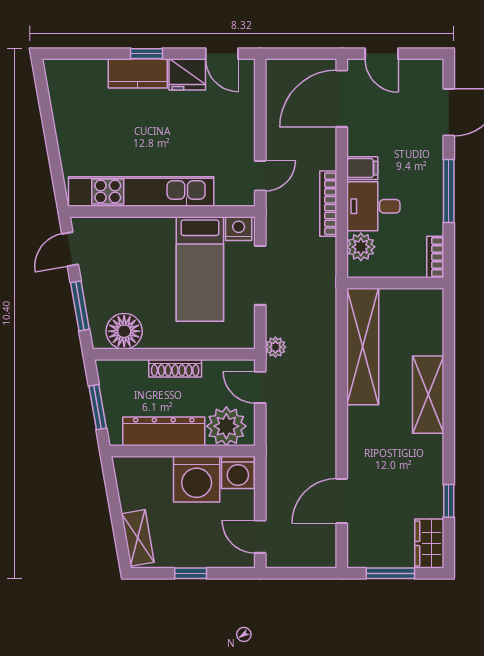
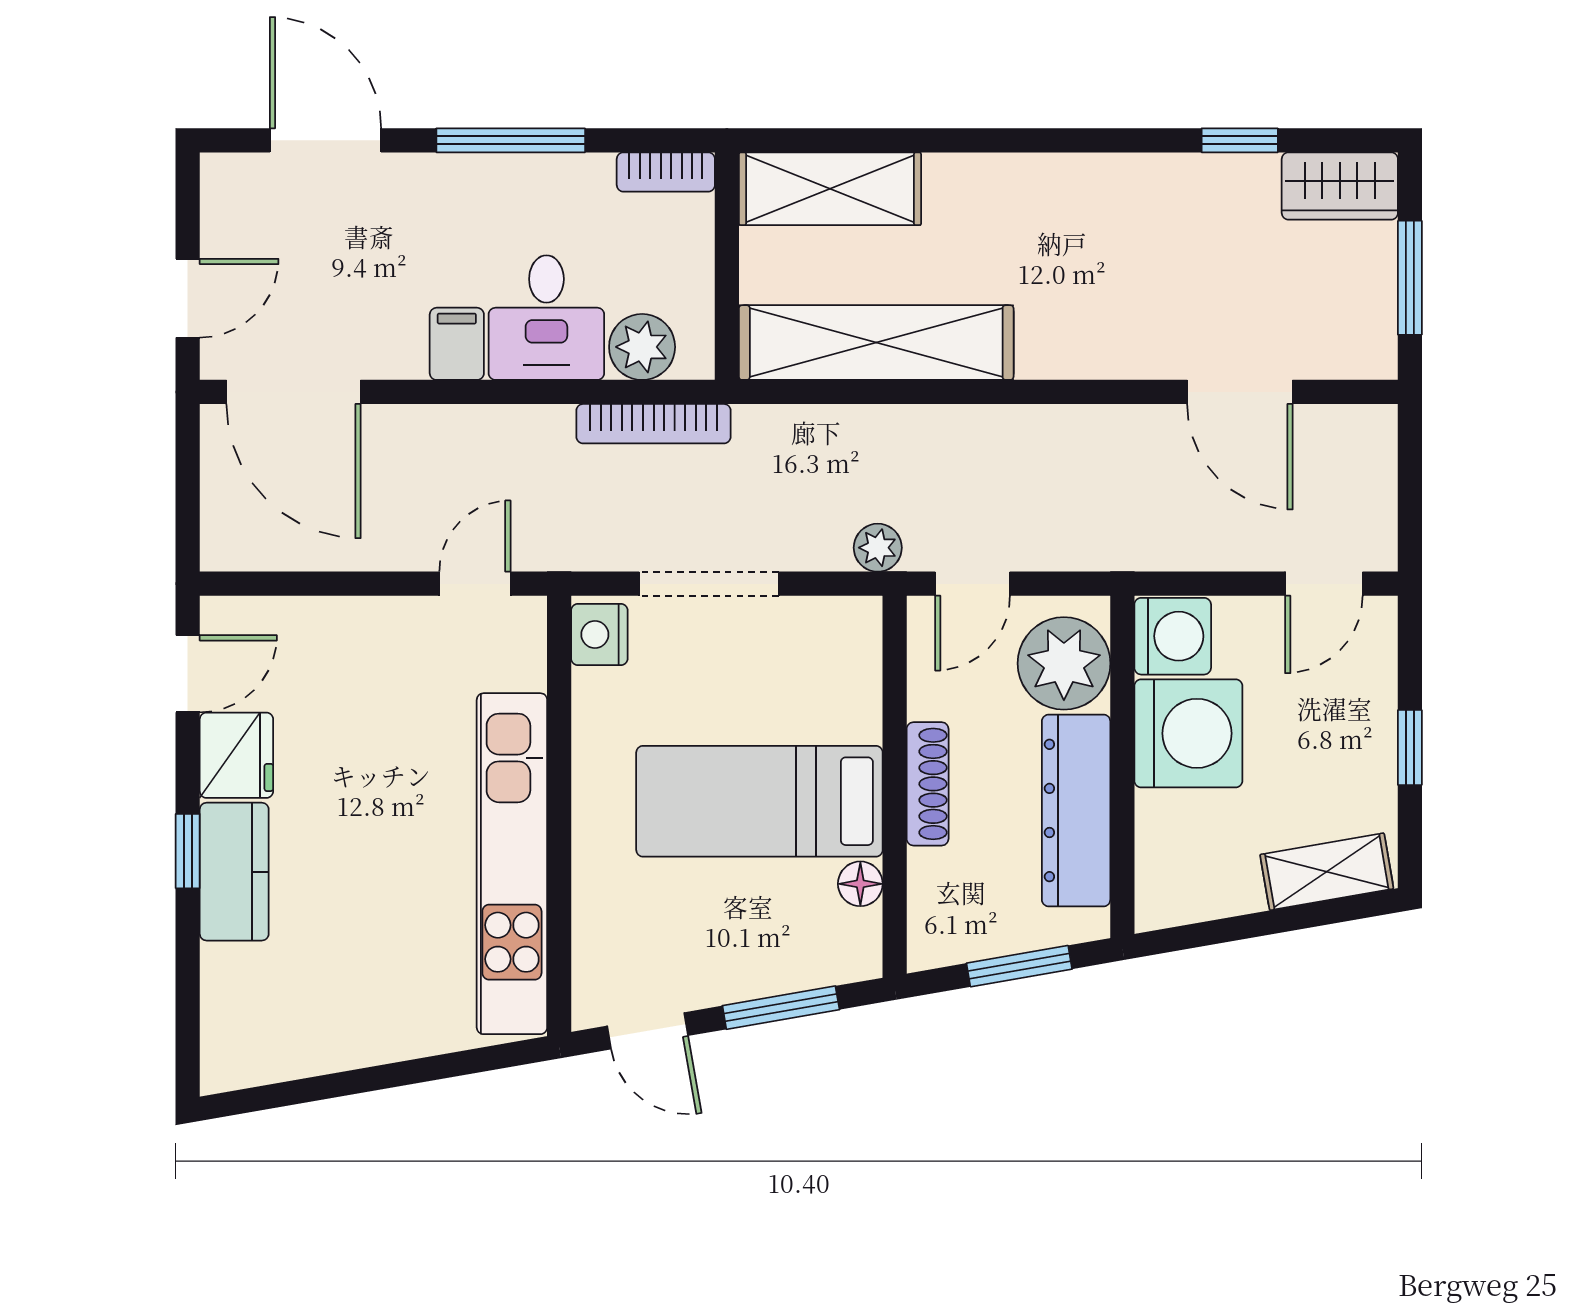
door: (260, 176) -> (475, 584), hinge flipped
bookcase: (328, 204) -> (654, 424), moved
bed: (200, 269) -> (759, 801), moved, turned 180
floor lamp: (124, 331) -> (860, 884), width x0.53, depth x0.53
shelving: (428, 395) -> (830, 189), moved

